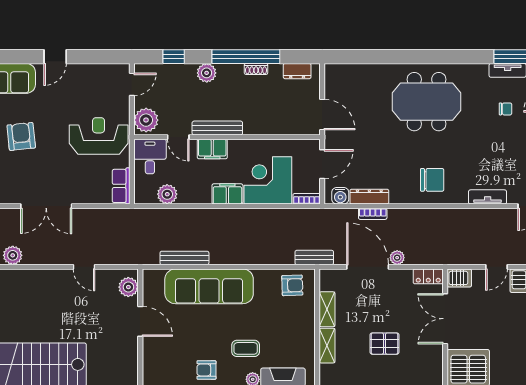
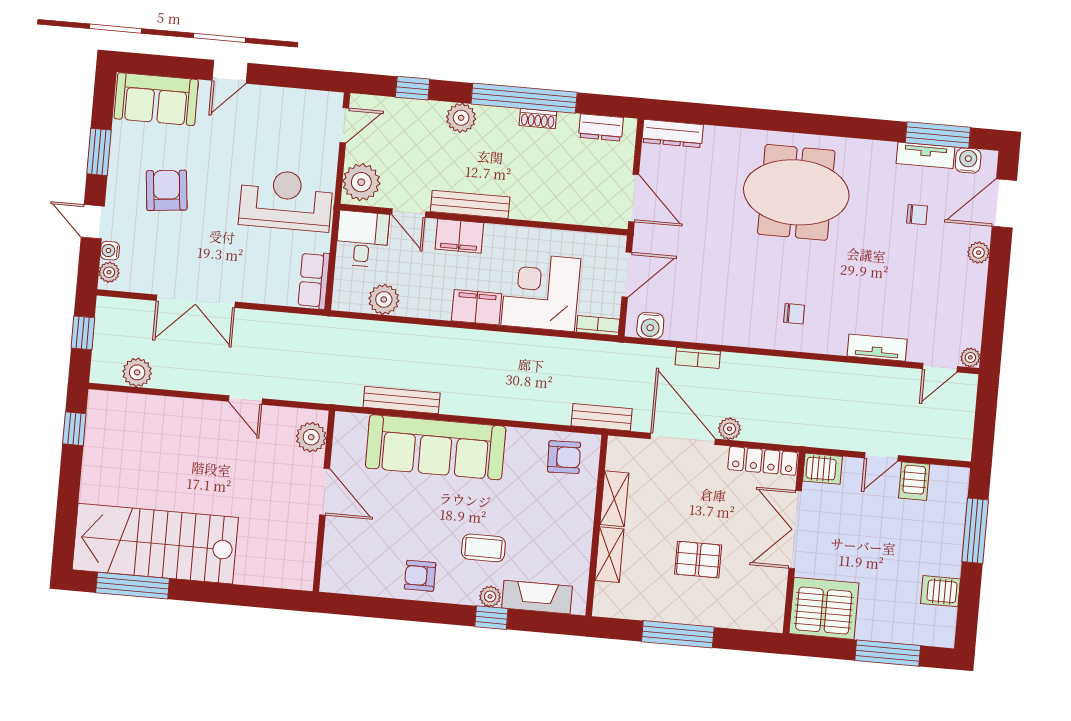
chair: (432, 180) -> (794, 314), width x0.54, depth x0.54
dresser: (369, 197) -> (672, 134), moved, turned 180
locker: (428, 276) -> (763, 461), width x1.53

